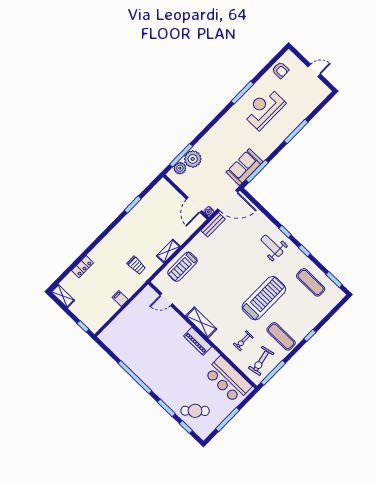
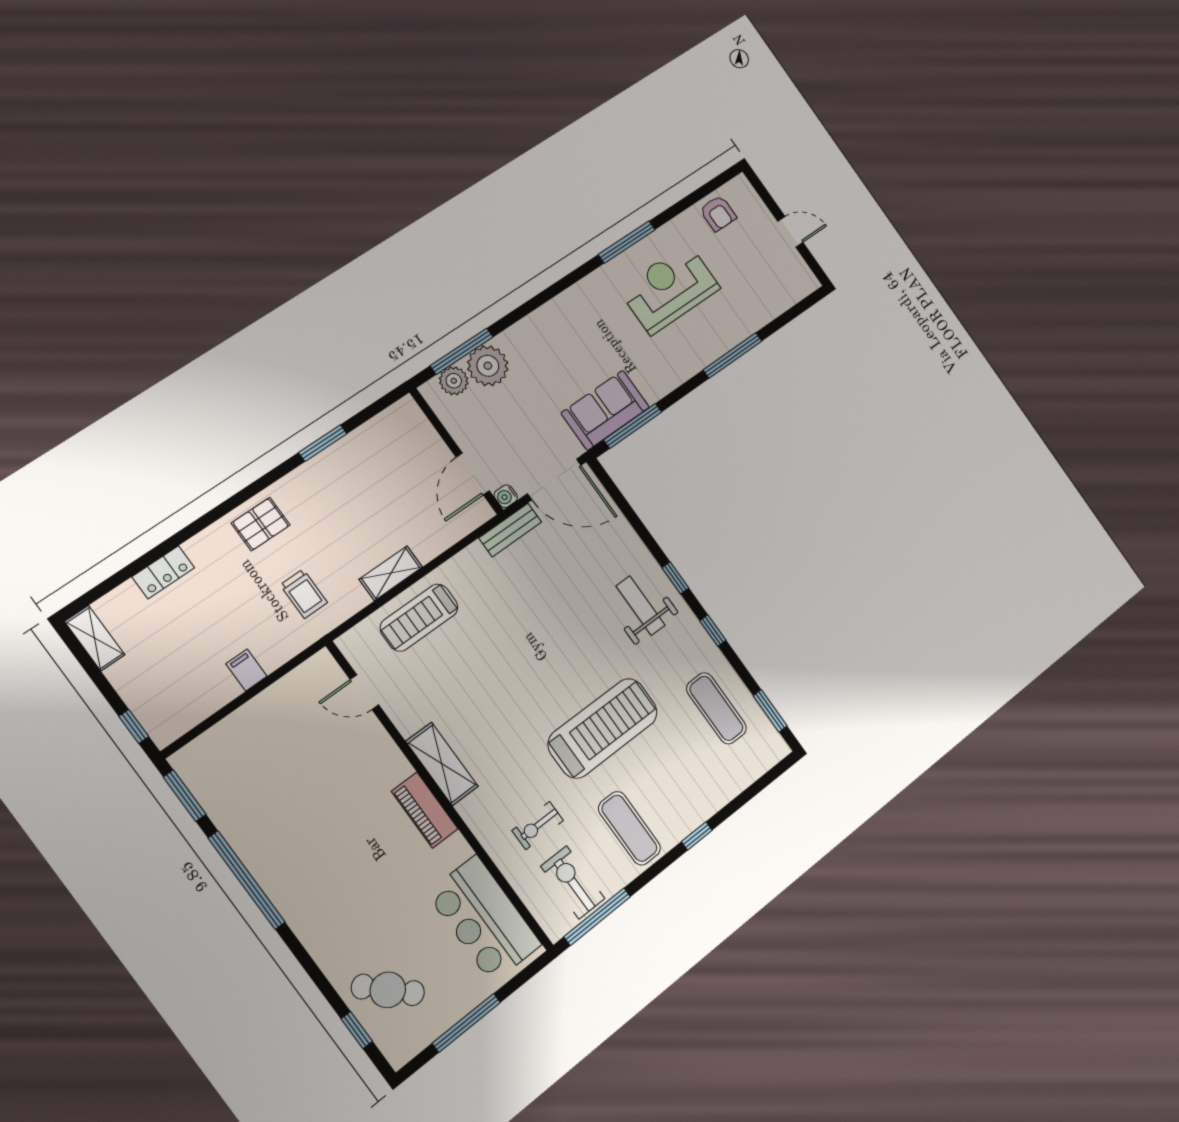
pallet: (115, 241) -> (261, 524), added
exercise bike: (261, 361) -> (573, 882), turned 102
window: (166, 408) -> (185, 796), moved

